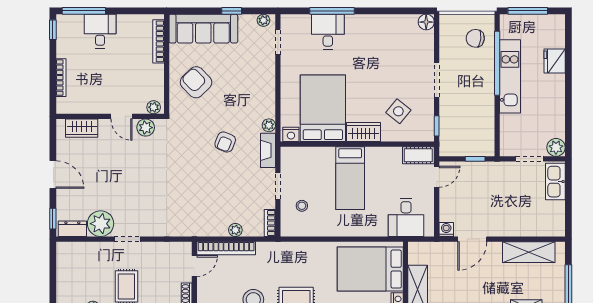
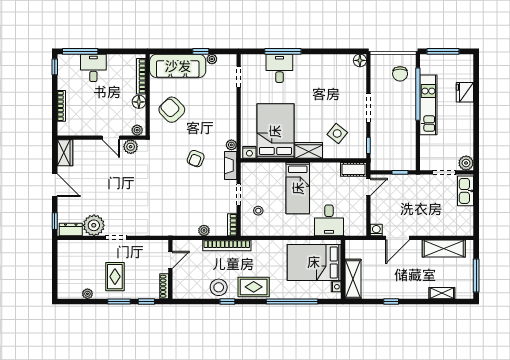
plant: (263, 20) -> (212, 59), moved
chair: (475, 38) -> (400, 74), turned -97
floor lamp: (156, 73) -> (139, 102), added
wardrobe: (82, 128) -> (65, 153), moved, turned -90
desk: (406, 218) -> (329, 220), moved
bookcase: (226, 248) -> (227, 245), moved

